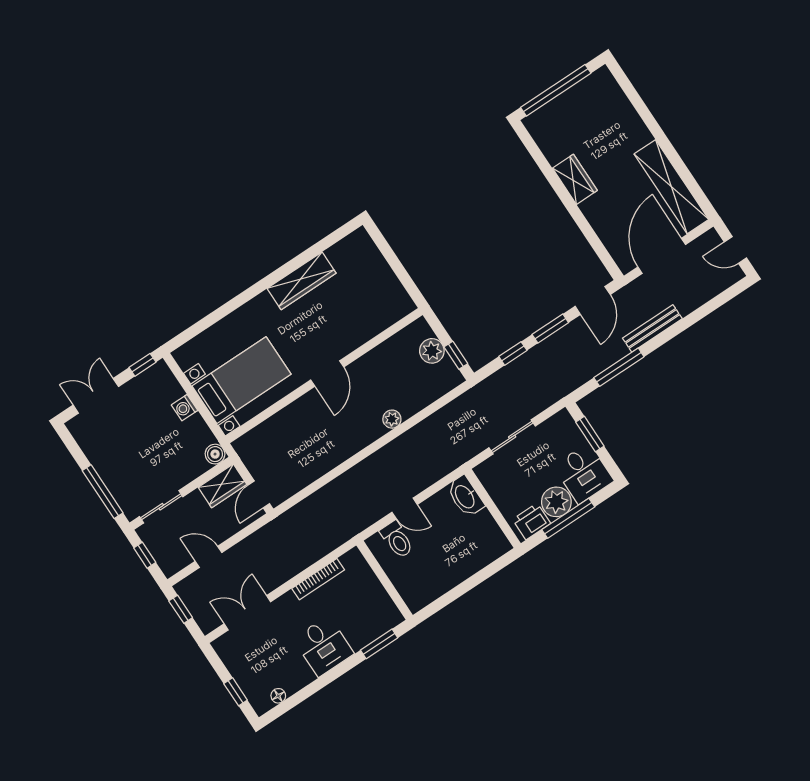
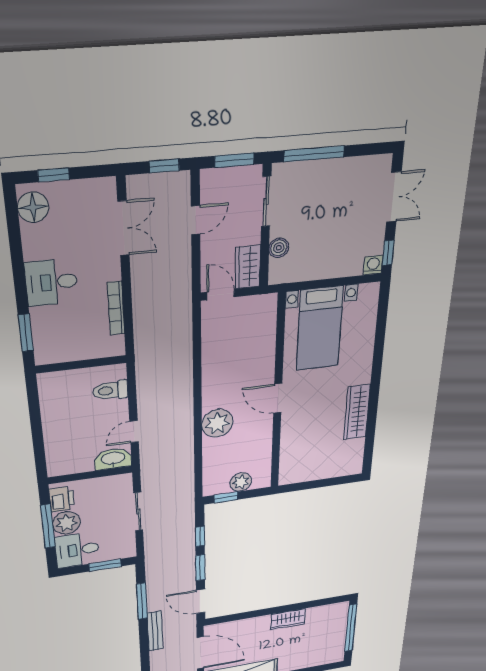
washing machine: (185, 408) -> (373, 265), moved
plant: (392, 419) -> (217, 423), width x1.88, depth x1.88
boiler: (215, 454) -> (279, 248), moved
door: (405, 508) -> (134, 432), moved
window: (145, 555) -> (234, 160), width x1.50
floor lamp: (278, 696) -> (33, 207), width x1.89, depth x1.89

